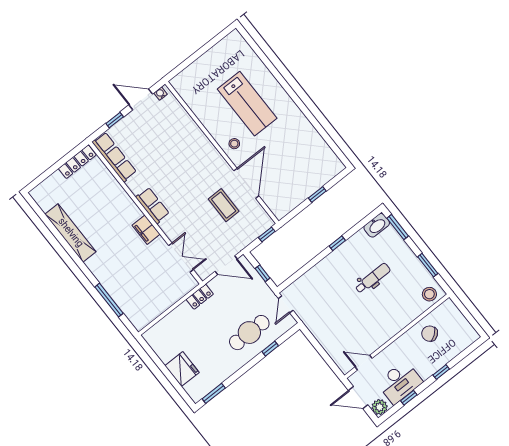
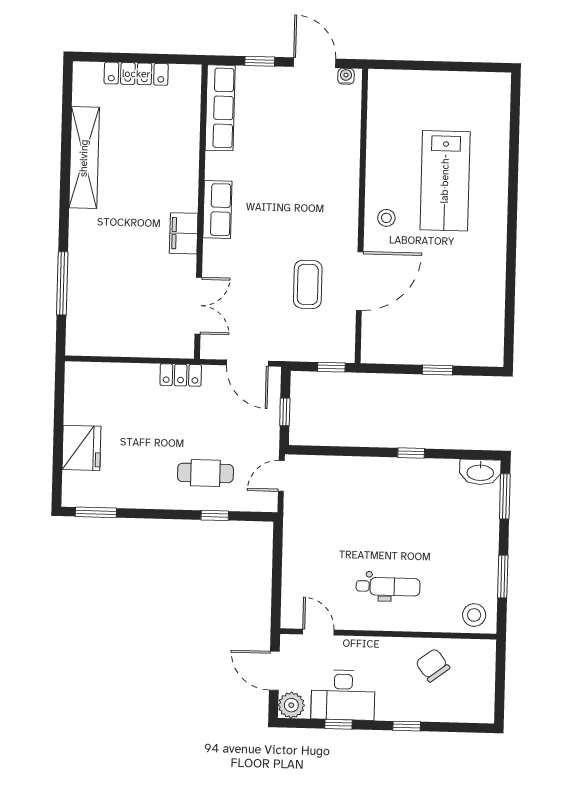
locker: (77, 162) -> (136, 74), moved
dental chair: (373, 278) -> (388, 587), moved
cafe table: (249, 333) -> (205, 473), width x0.73, depth x0.74

